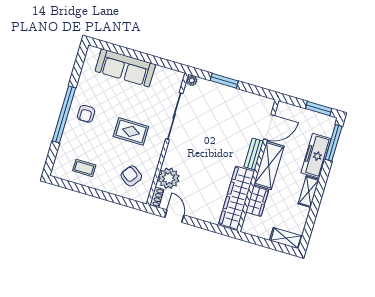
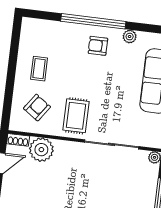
plant: (83, 85) -> (130, 37), added
rug: (131, 131) -> (76, 116), moved
coffee table: (84, 168) -> (39, 69), moved

